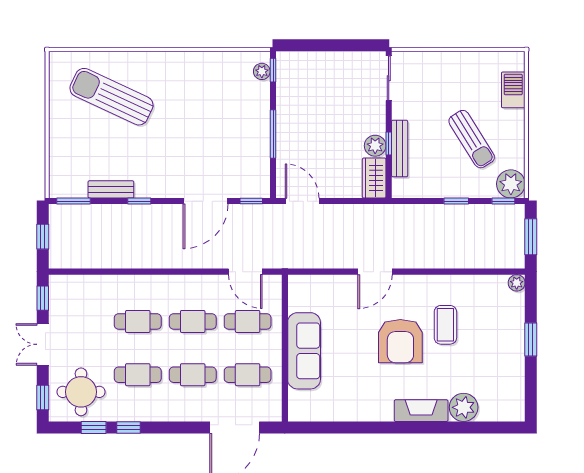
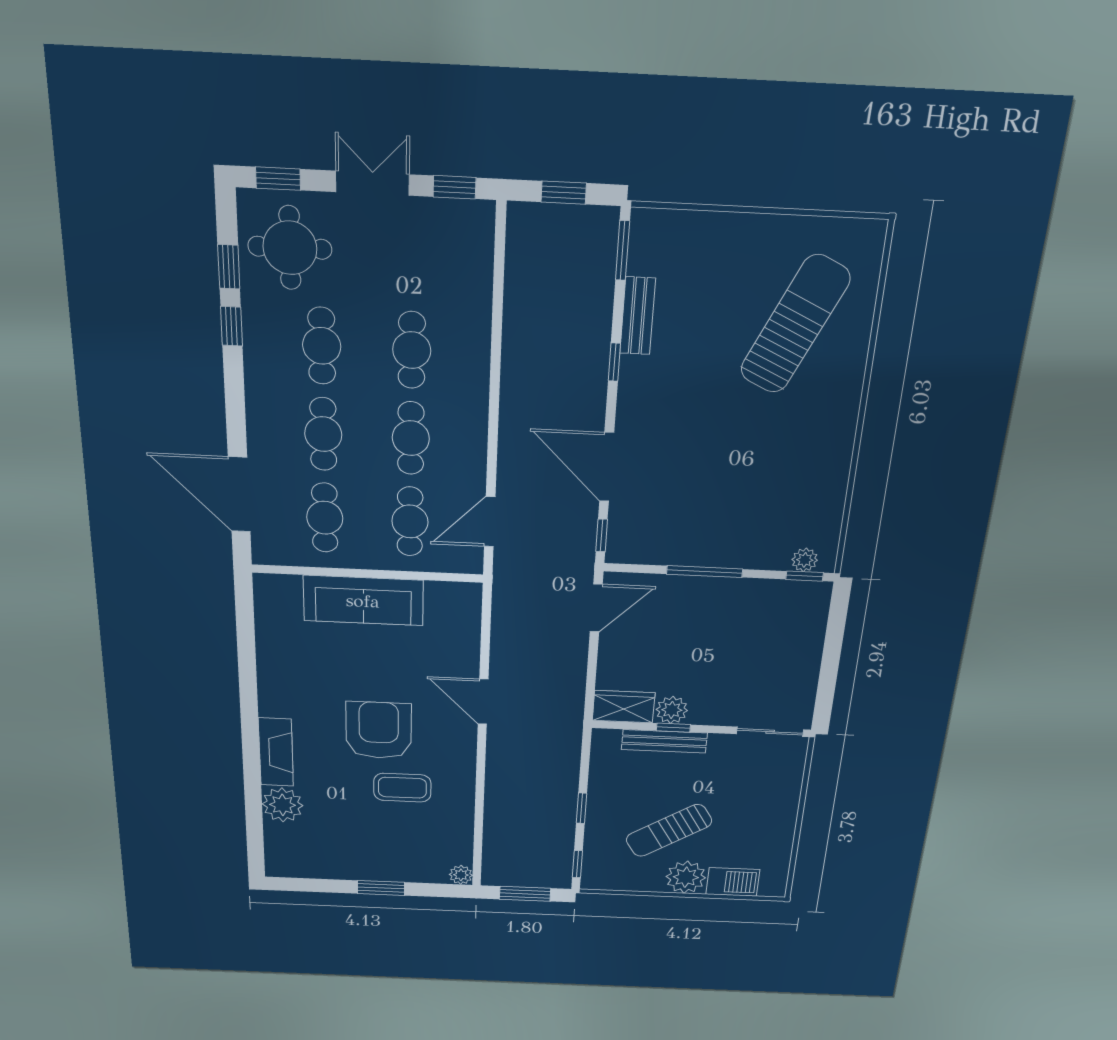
plant: (511, 184) -> (686, 877), moved
armchair: (400, 341) -> (379, 730), turned 90

